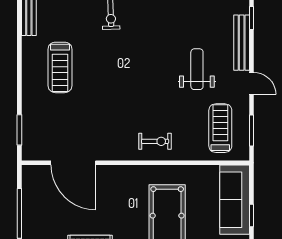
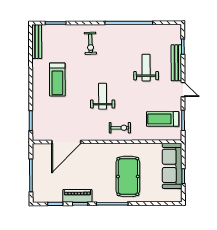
weight bench: (197, 69) -> (146, 68), moved
weight bench: (129, 93) -> (103, 96), added
treadmill: (220, 128) -> (163, 119), turned -90
door: (73, 163) -> (66, 142), hinge flipped

